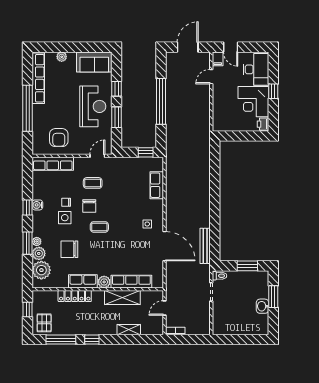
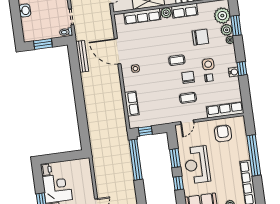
window: (161, 101) -> (136, 160), moved
window: (28, 243) -> (236, 25), moved
window: (273, 297) -> (17, 20), removed

